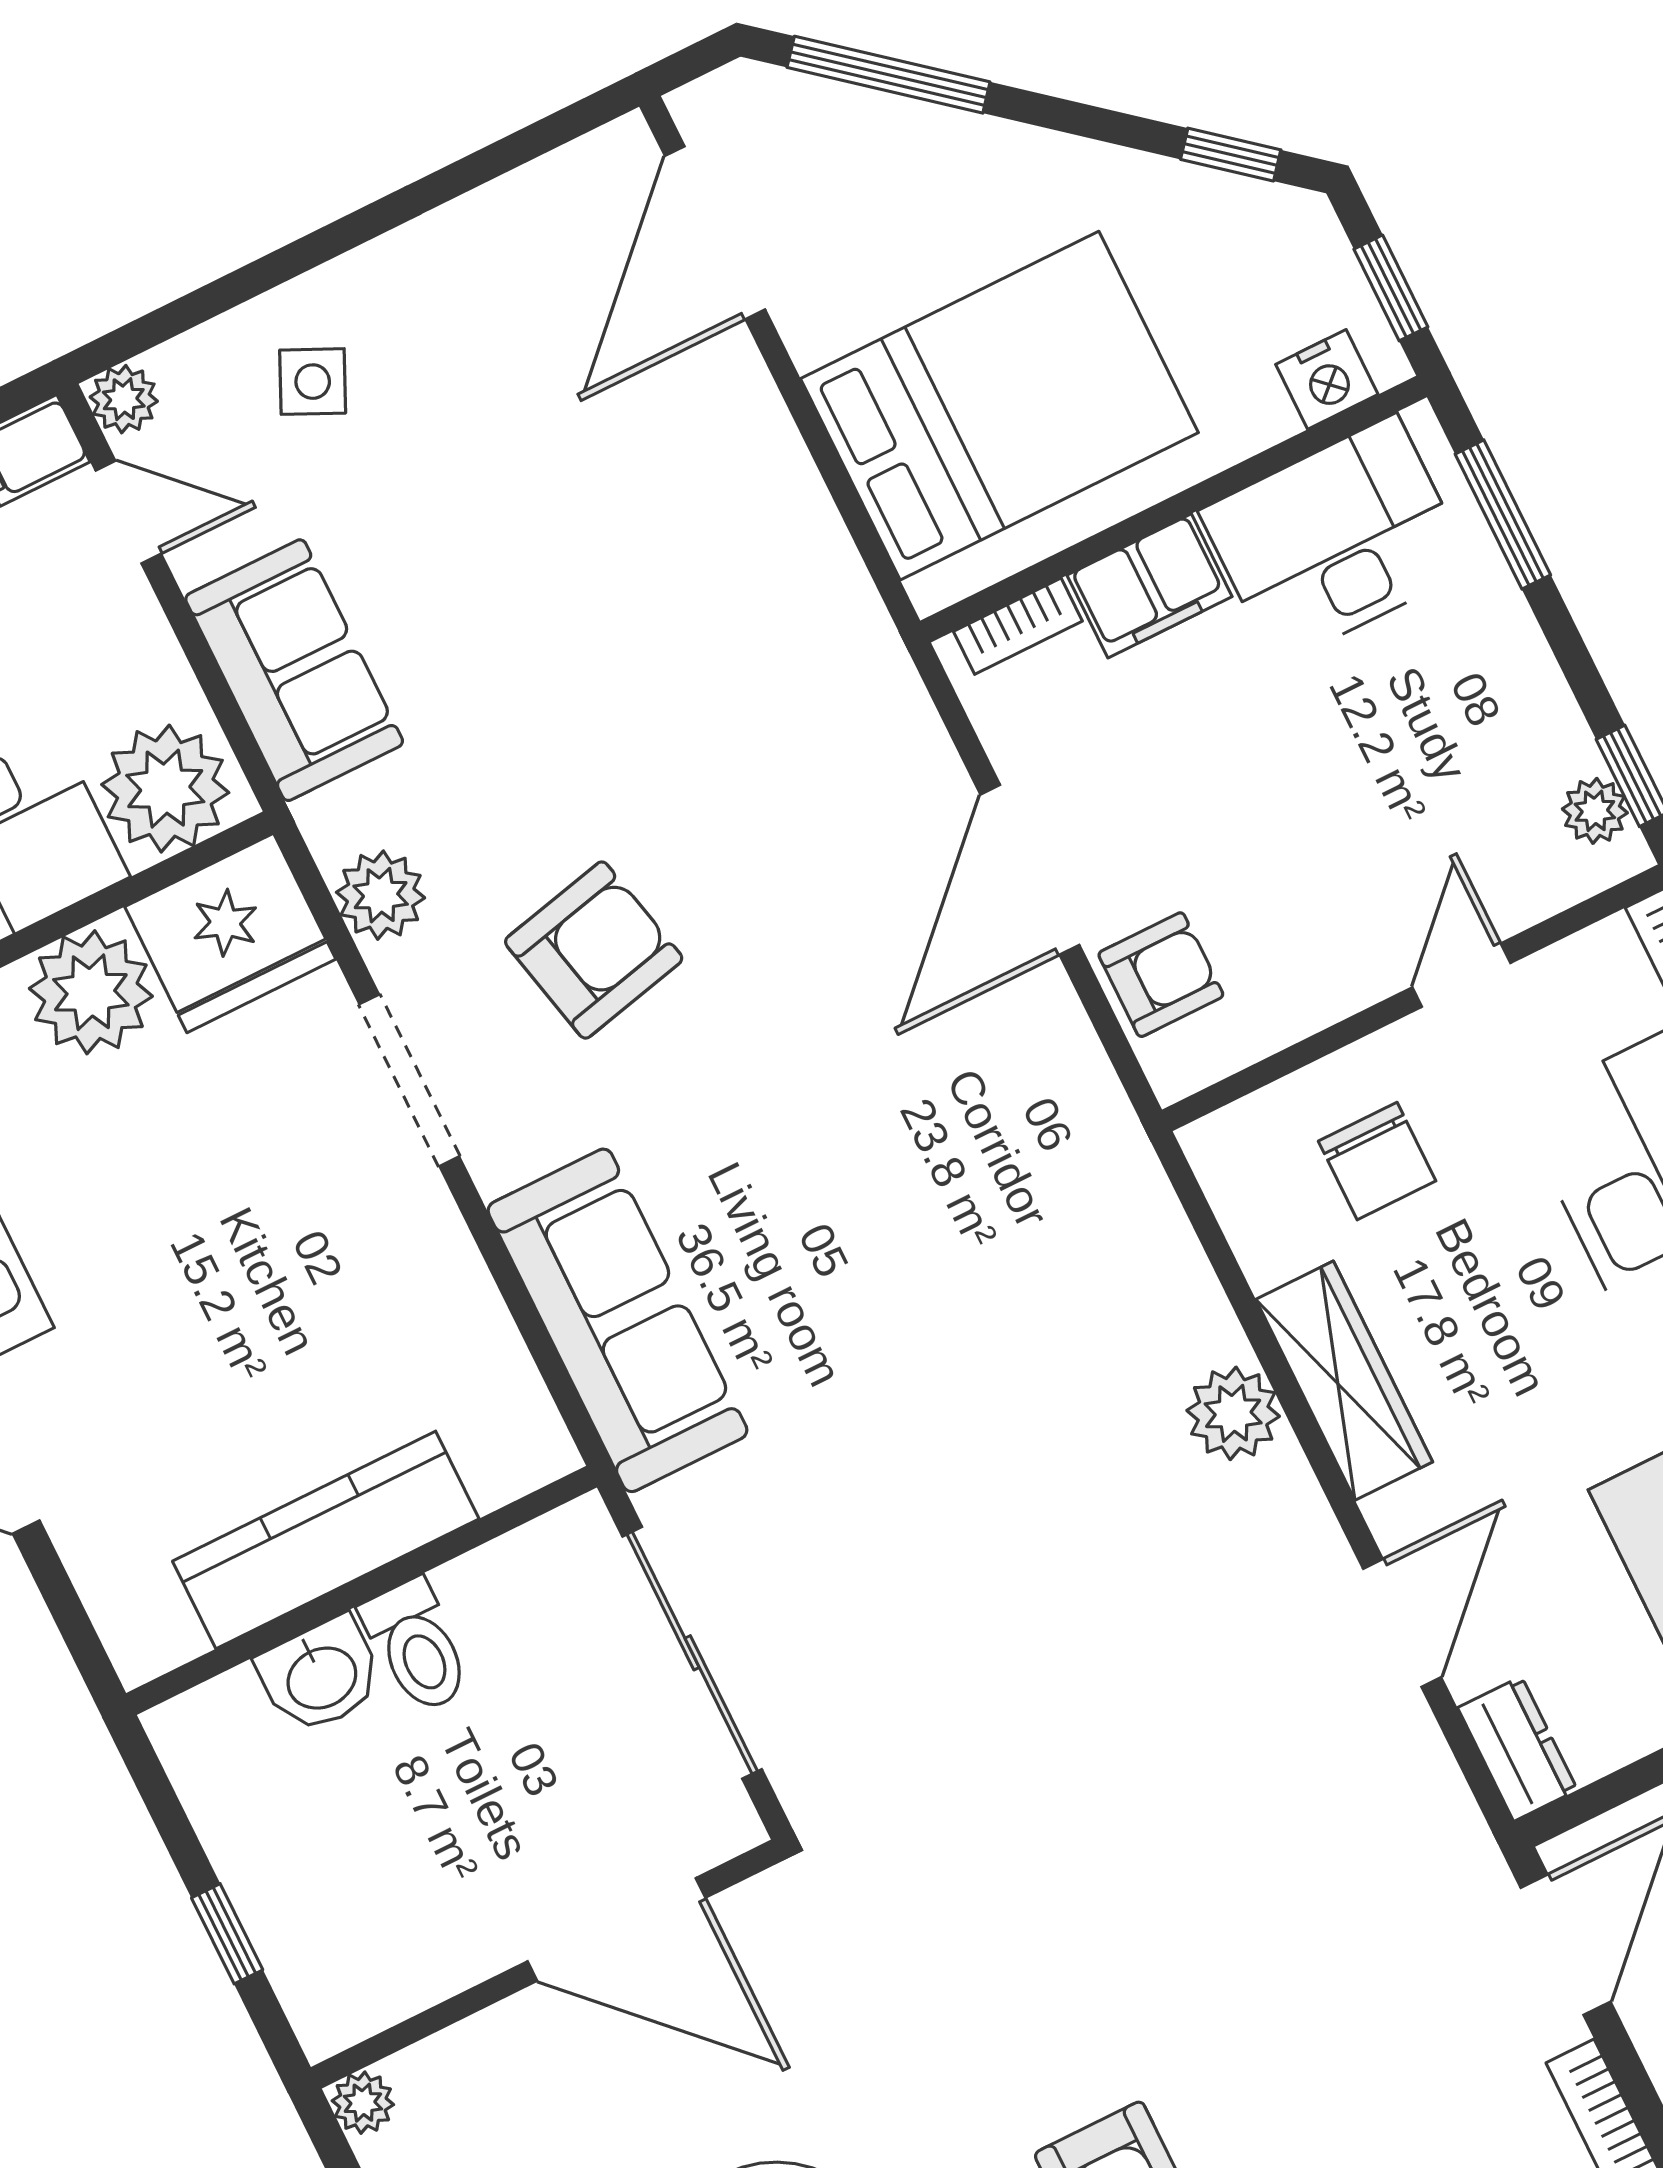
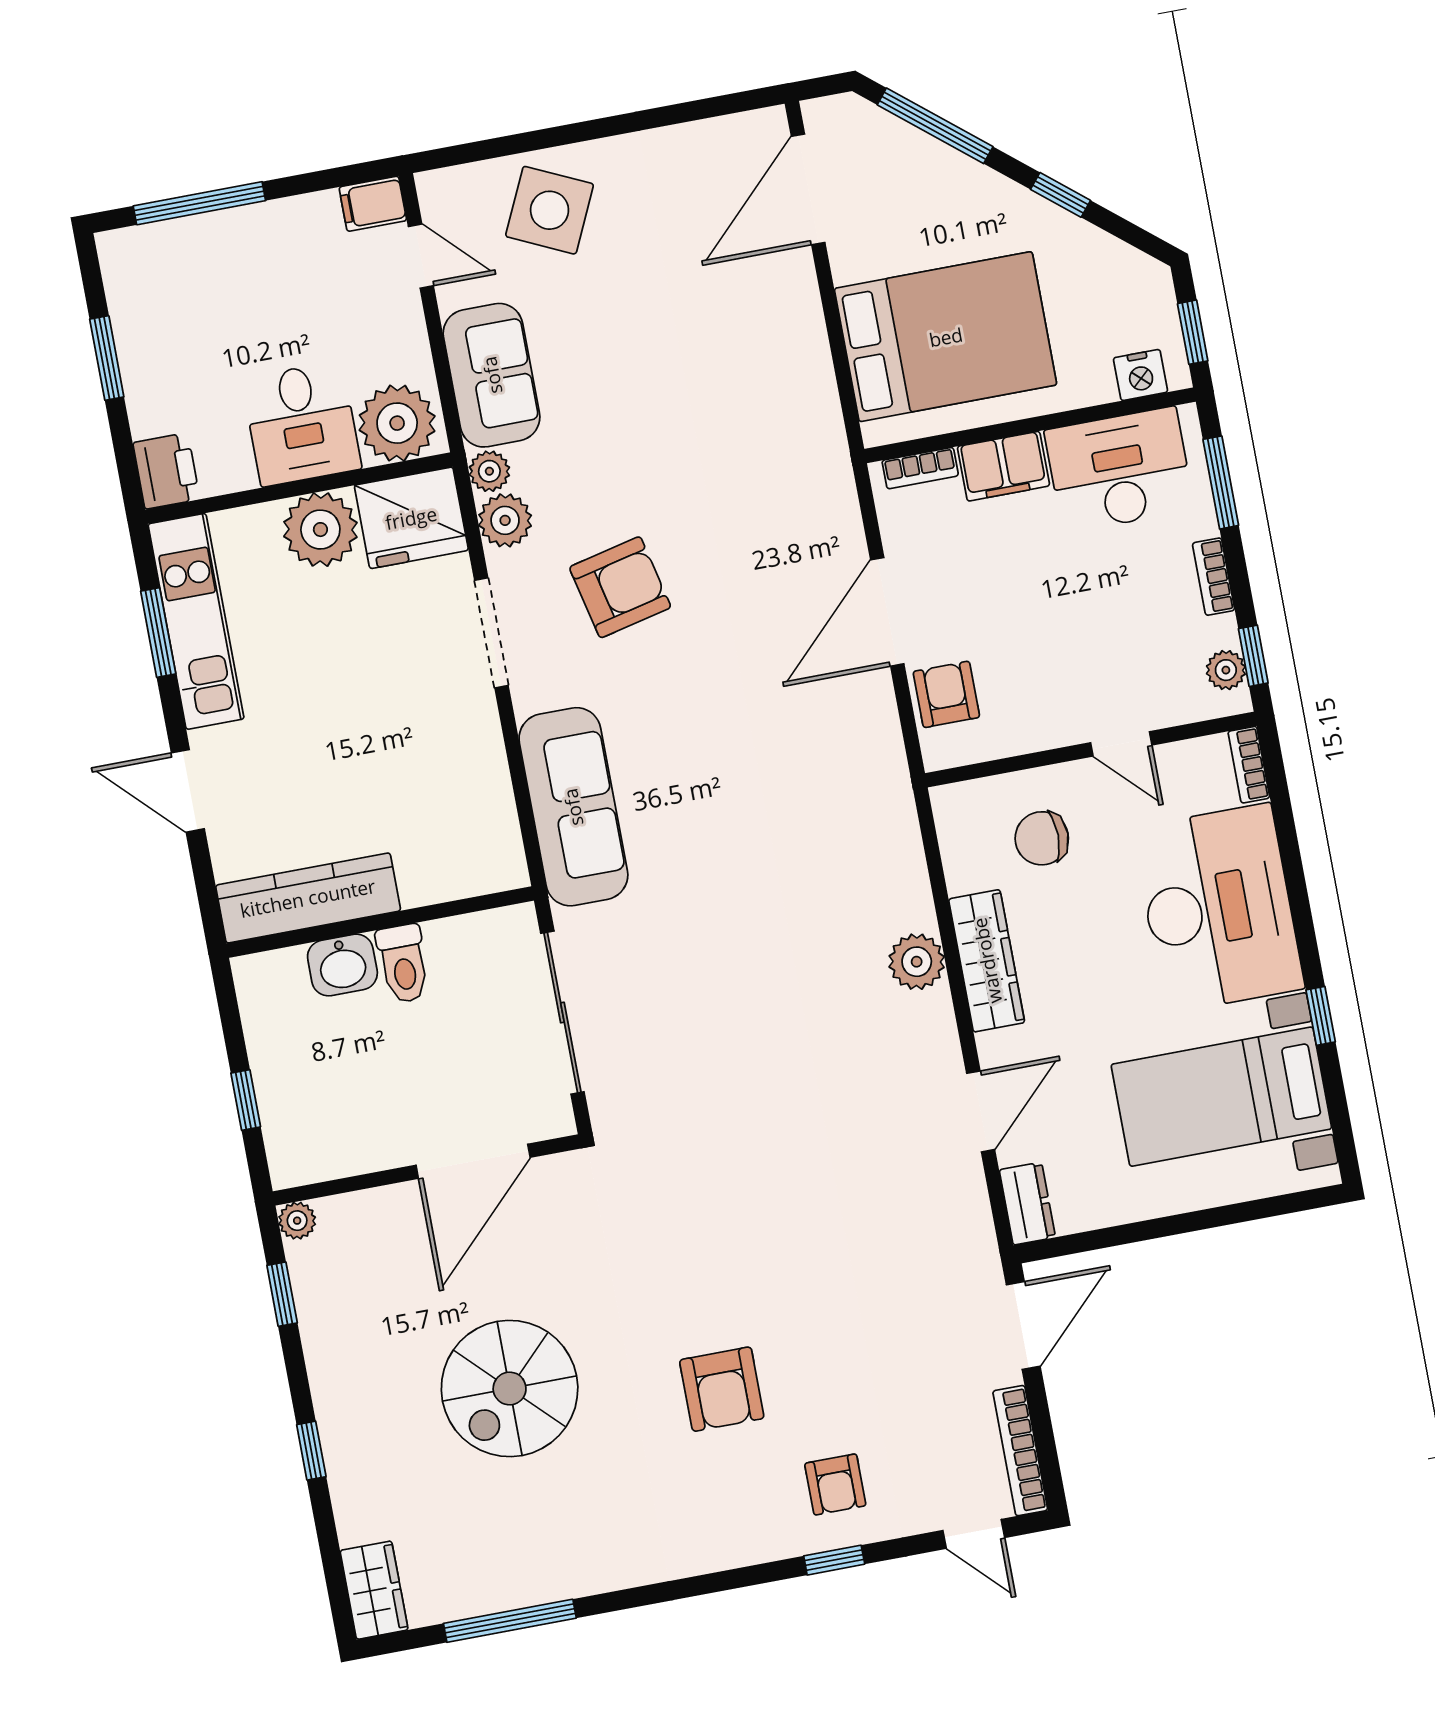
window: (1231, 155) -> (1060, 195), moved
side table: (313, 382) -> (550, 210), width x1.87, depth x1.87
plant: (124, 399) -> (489, 471), moved
bookcase: (1533, 668) -> (1214, 577), added
armchair: (1161, 975) -> (946, 694), turned -90
door: (1461, 975) -> (1121, 744), swing flipped
chair: (1377, 1161) -> (1042, 838), turned 90
kitchen counter: (326, 1540) -> (308, 898), moved
door: (616, 1930) -> (473, 1161), hinge flipped

